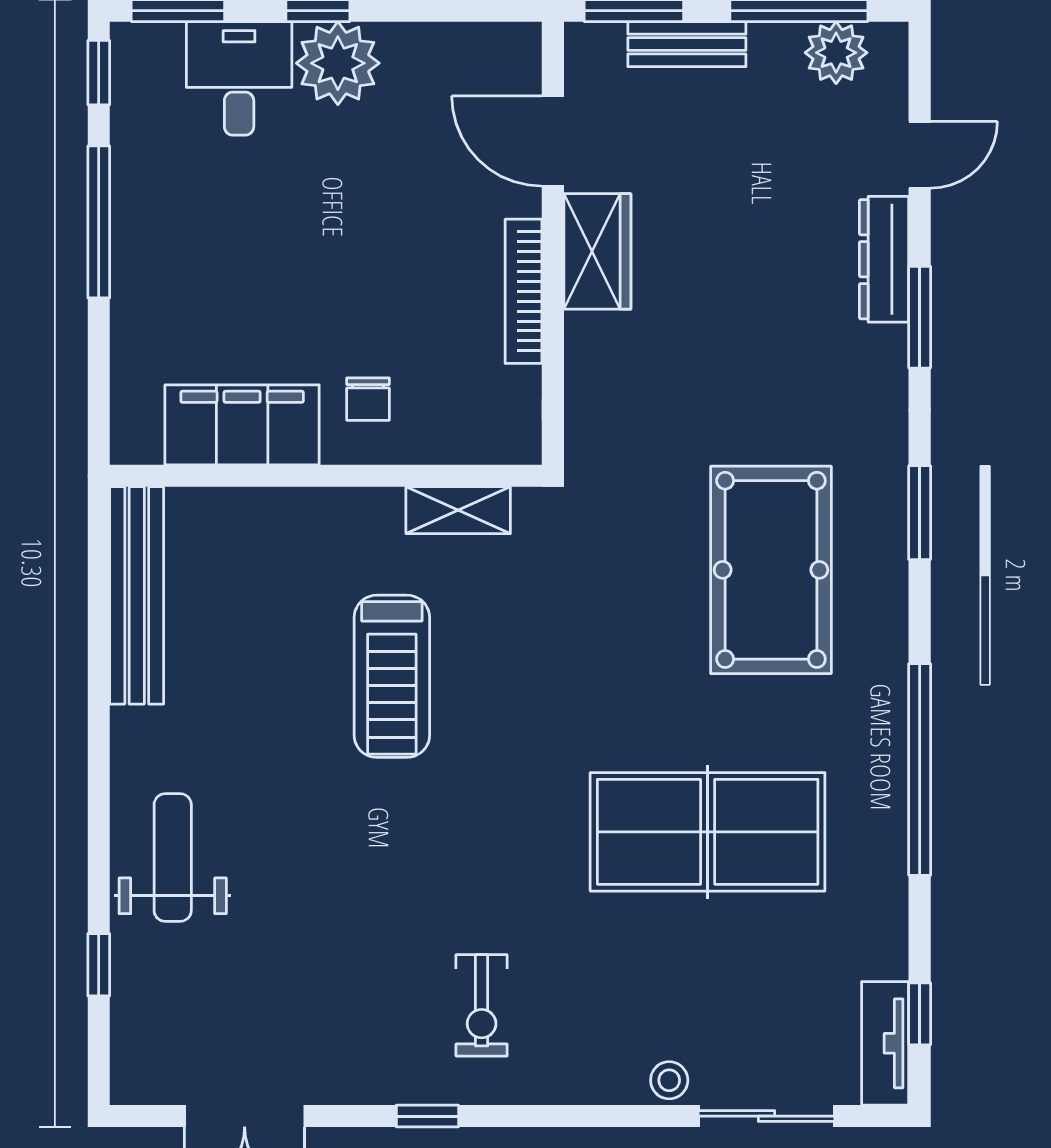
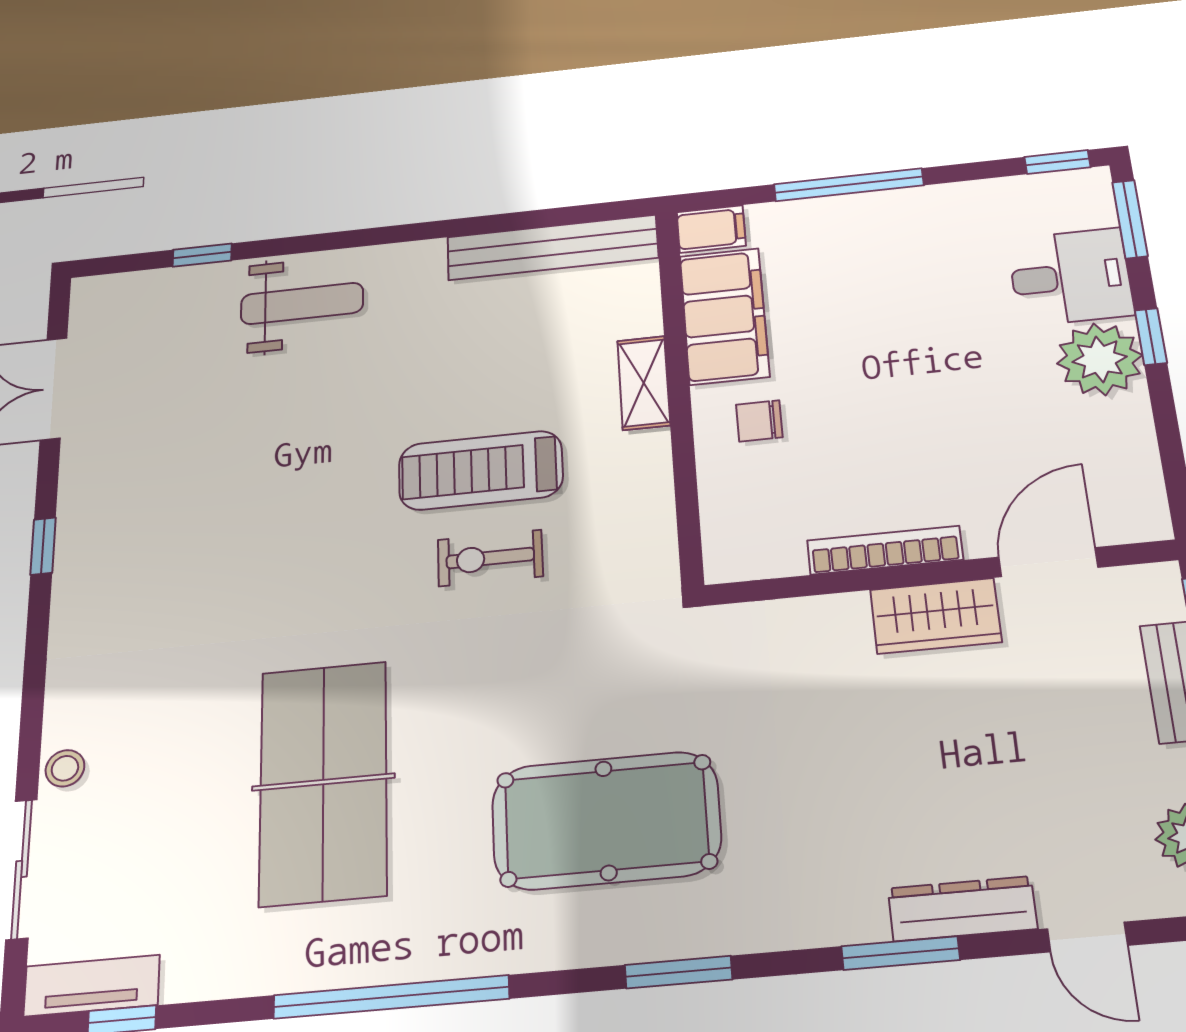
window: (99, 222) -> (849, 185), moved
filing cabinet: (135, 431) -> (711, 229), added
shelving: (458, 510) -> (644, 383), moved
exercise bike: (482, 1005) -> (490, 558), moved

